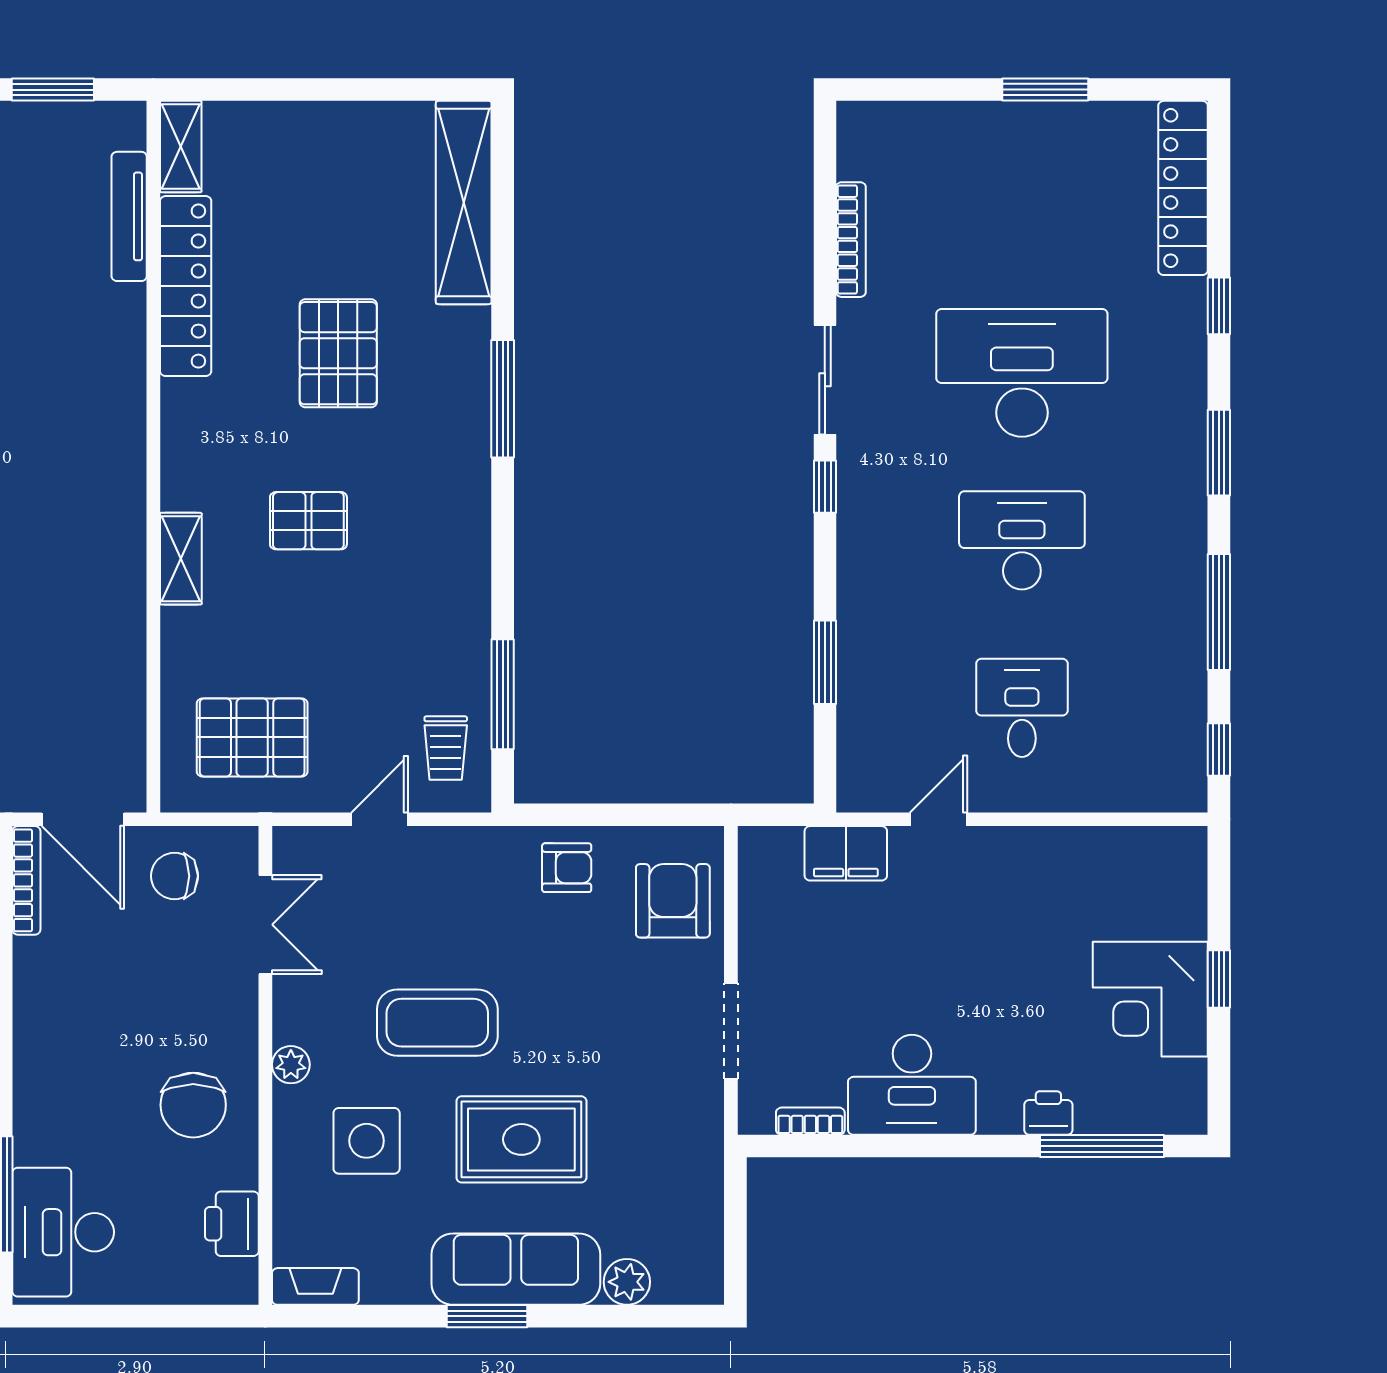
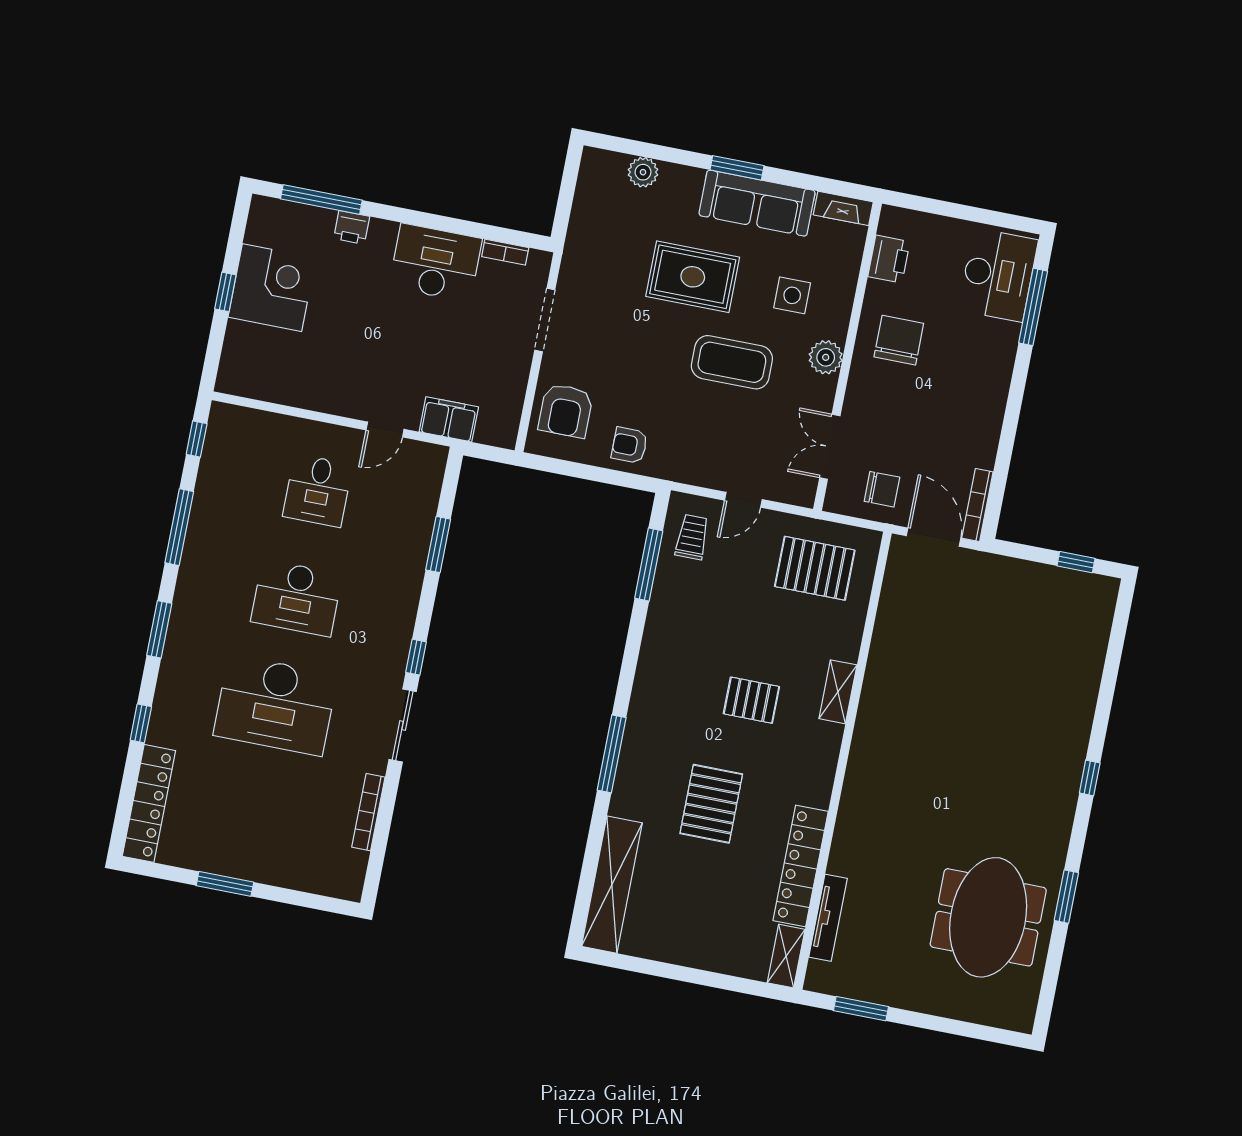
plant: (291, 1065) -> (826, 357), width x1.38, depth x1.38
side table: (367, 1141) -> (792, 295), width x0.73, depth x0.73
sofa: (516, 1269) -> (757, 203), moved

